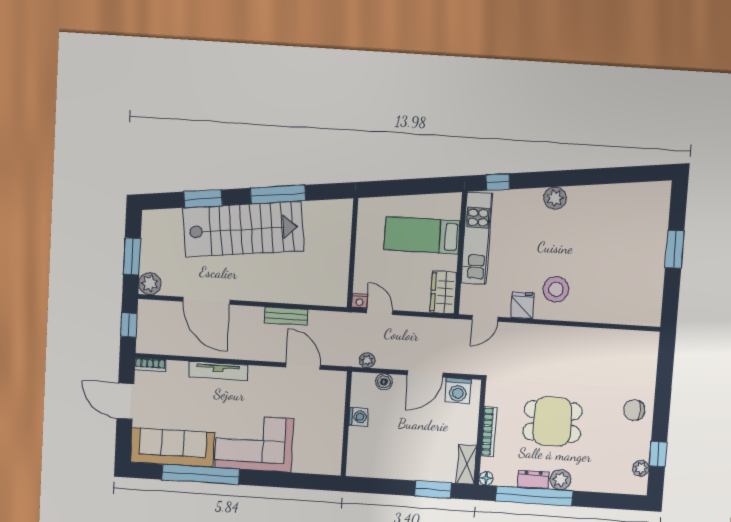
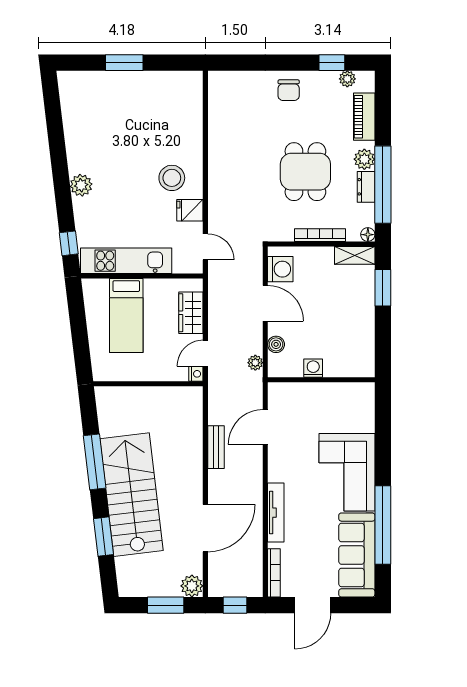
wardrobe: (443, 293) -> (191, 313), moved, turned 90
bookcase: (150, 365) -> (274, 573), width x1.56
piano: (602, 482) -> (364, 117), added

